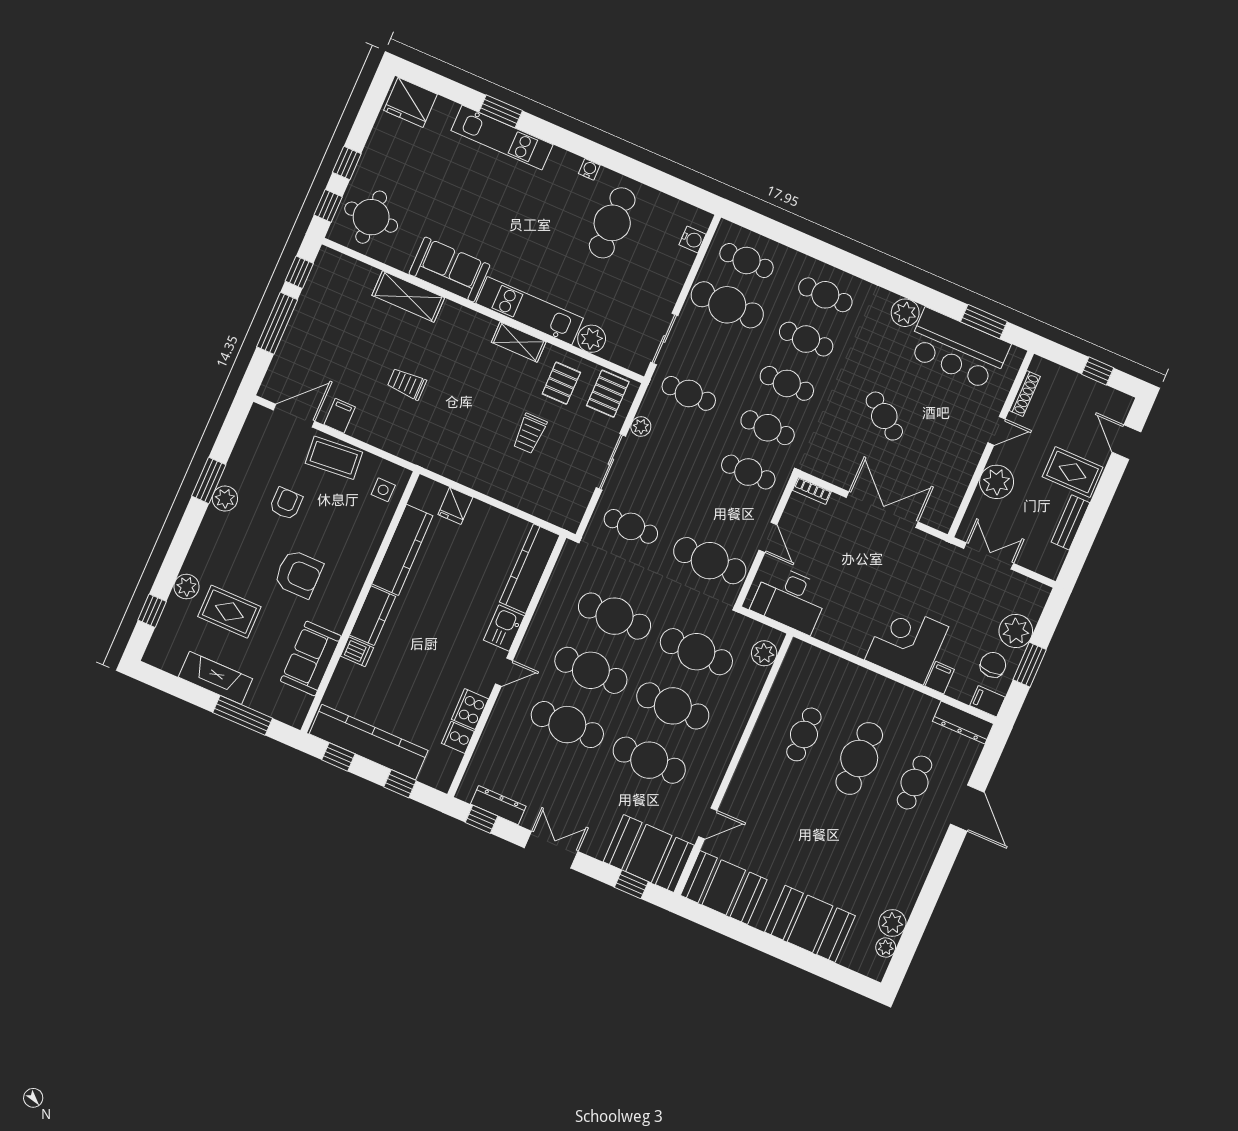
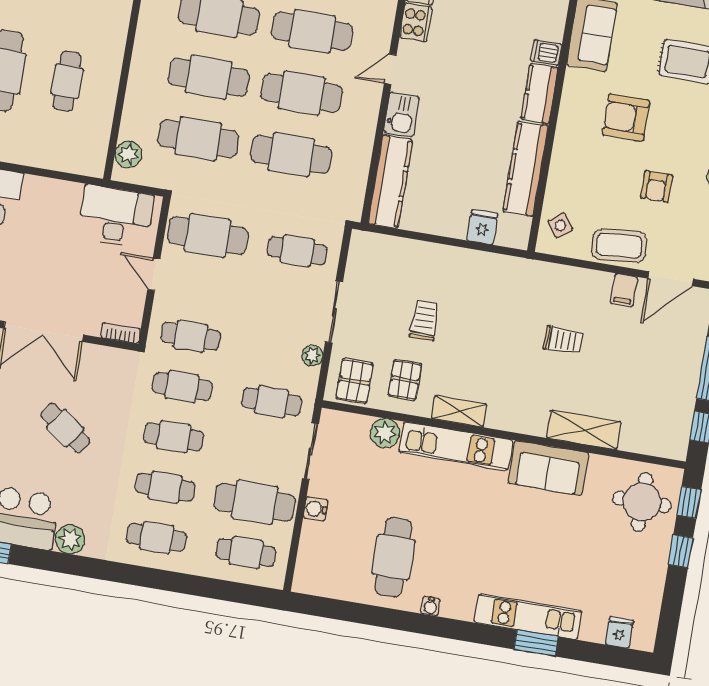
fridge: (411, 102) -> (619, 633), width x0.53, depth x0.75
water cooler: (692, 239) -> (316, 509), moved
side table: (383, 490) -> (560, 225), turned -36

